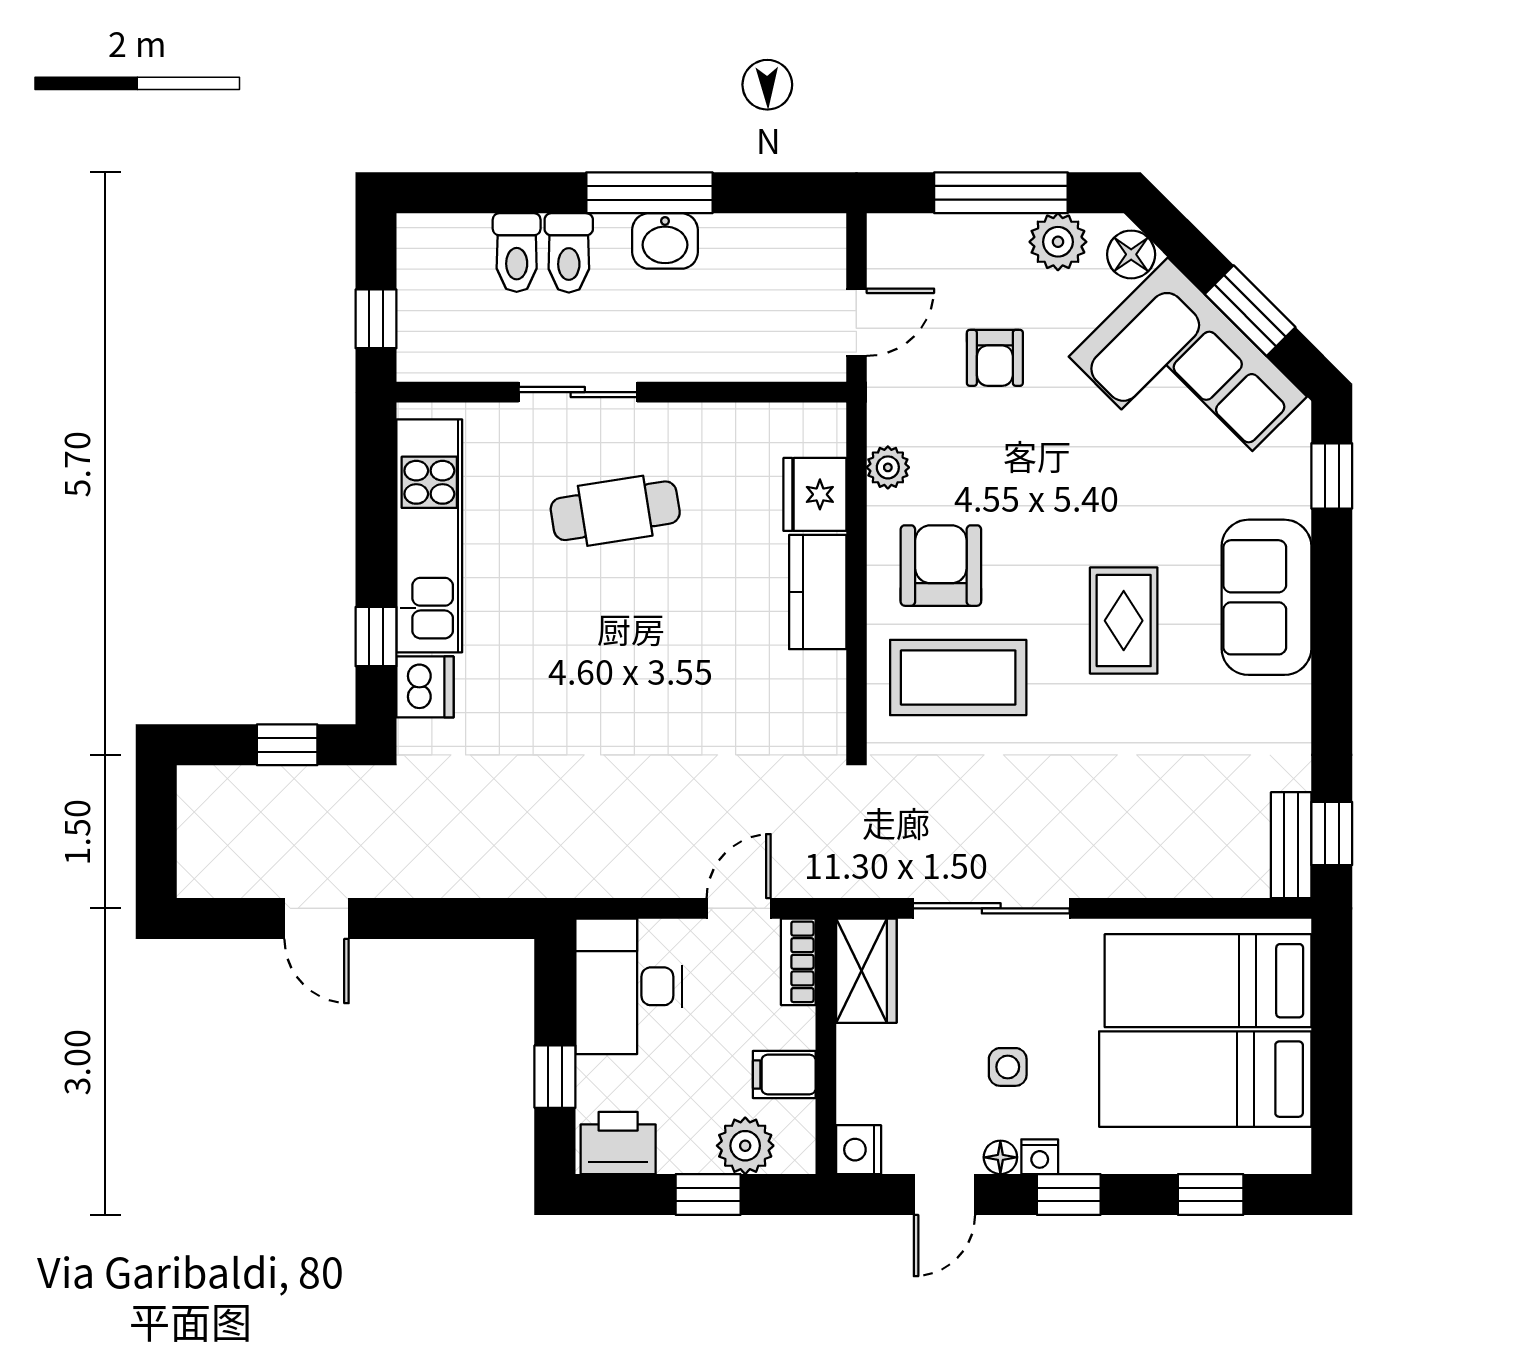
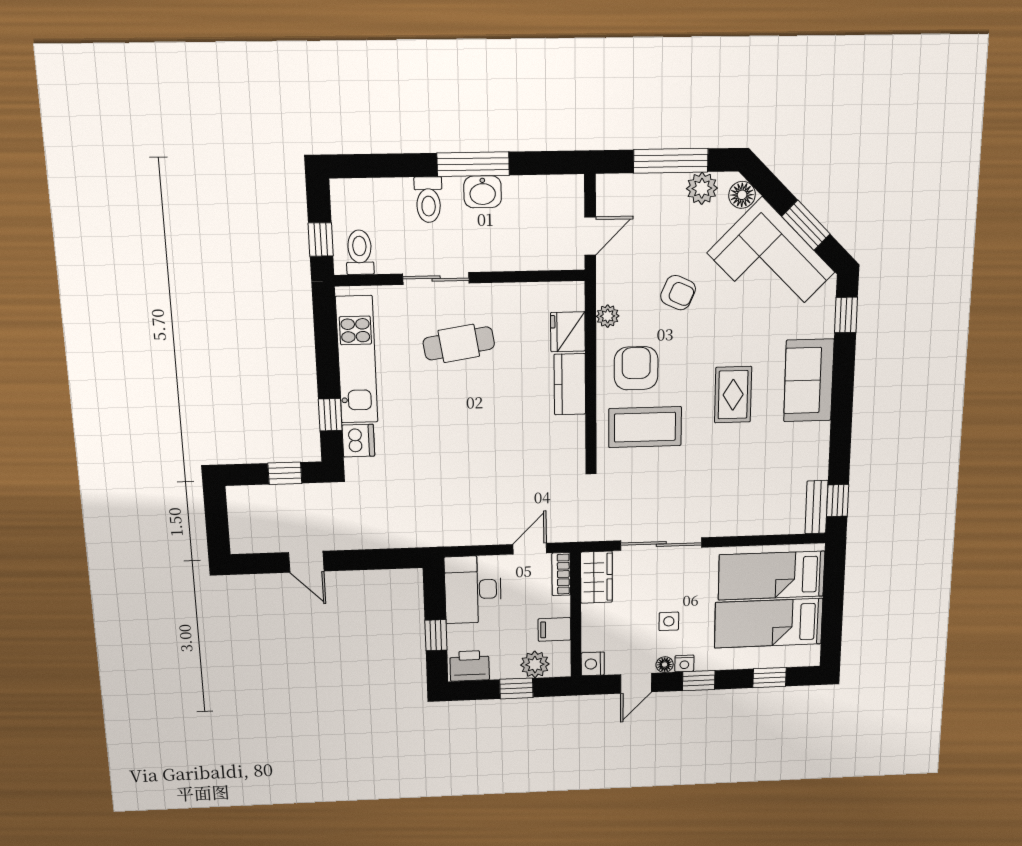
toilet: (517, 253) -> (360, 252), moved, turned 180
armchair: (995, 358) -> (678, 293), moved, turned -66

